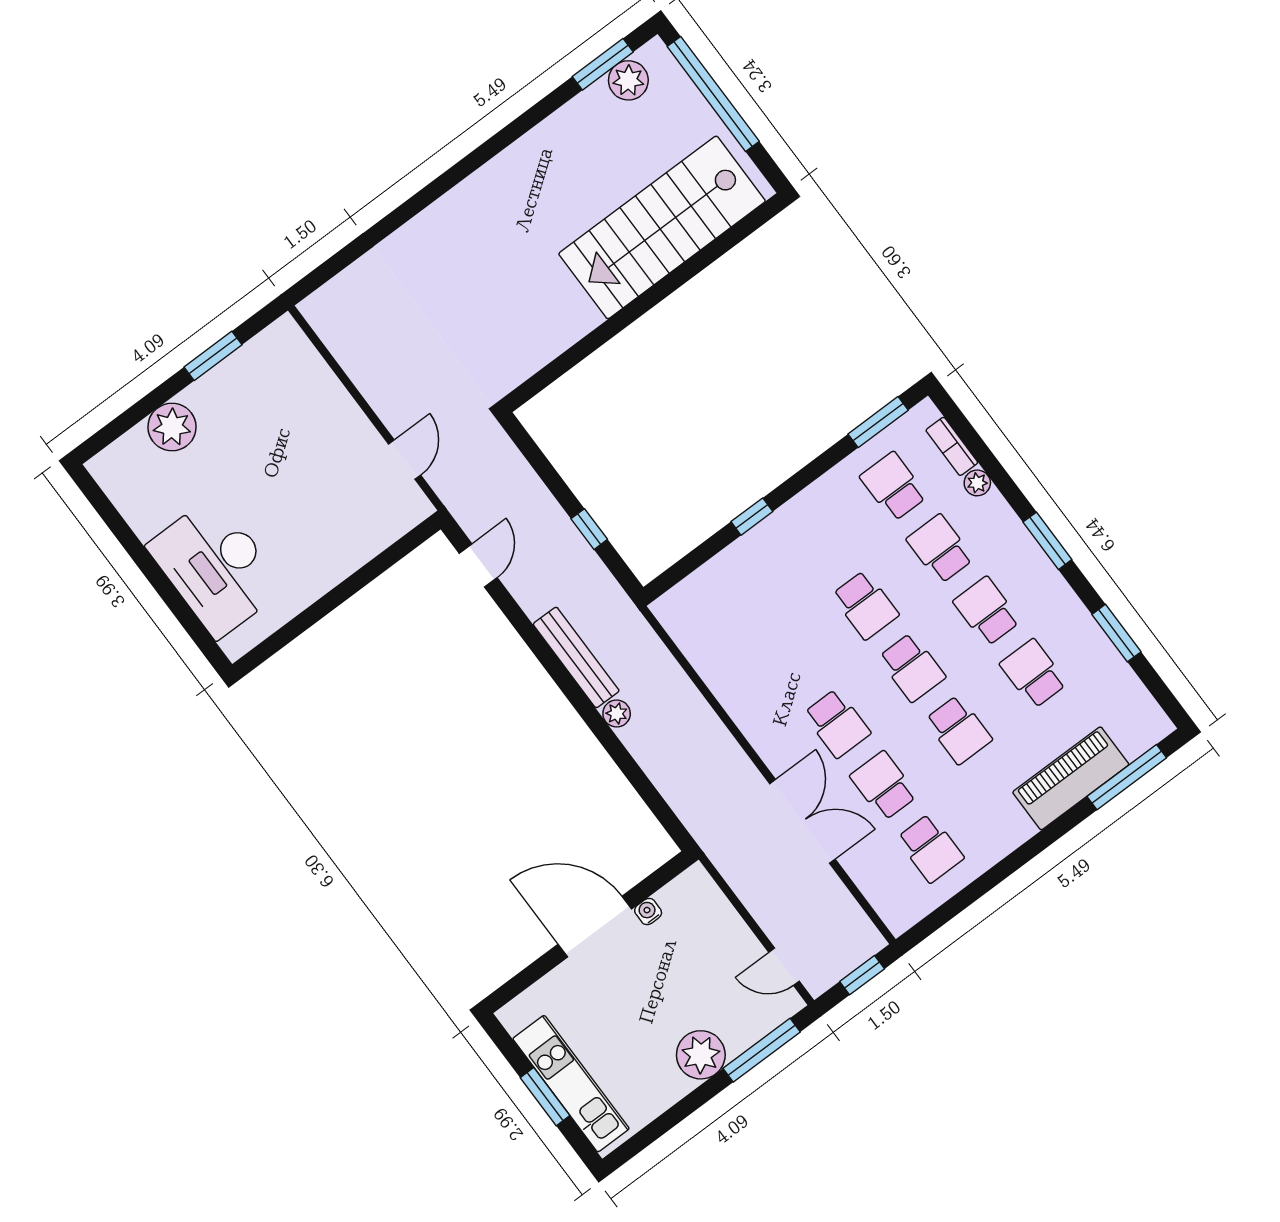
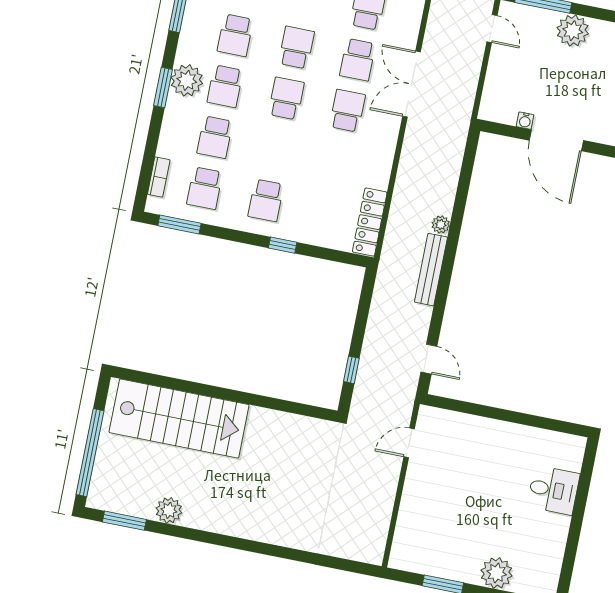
plant: (628, 80) -> (169, 510), moved
plant: (977, 483) -> (187, 80), moved, width x1.88, depth x1.88
window: (589, 529) -> (351, 370), moved
door: (478, 565) -> (429, 359), swing flipped
desk: (216, 567) -> (553, 490), width x0.53, depth x0.77
school desk: (865, 605) -> (266, 200), moved, turned 180
locker: (690, 637) -> (370, 222), added

